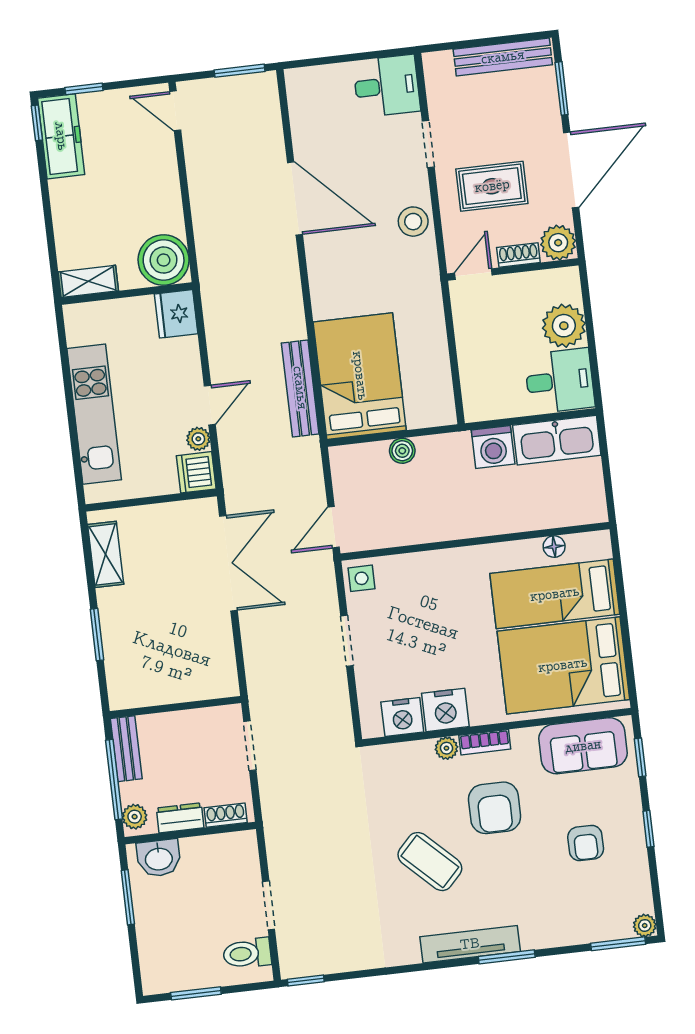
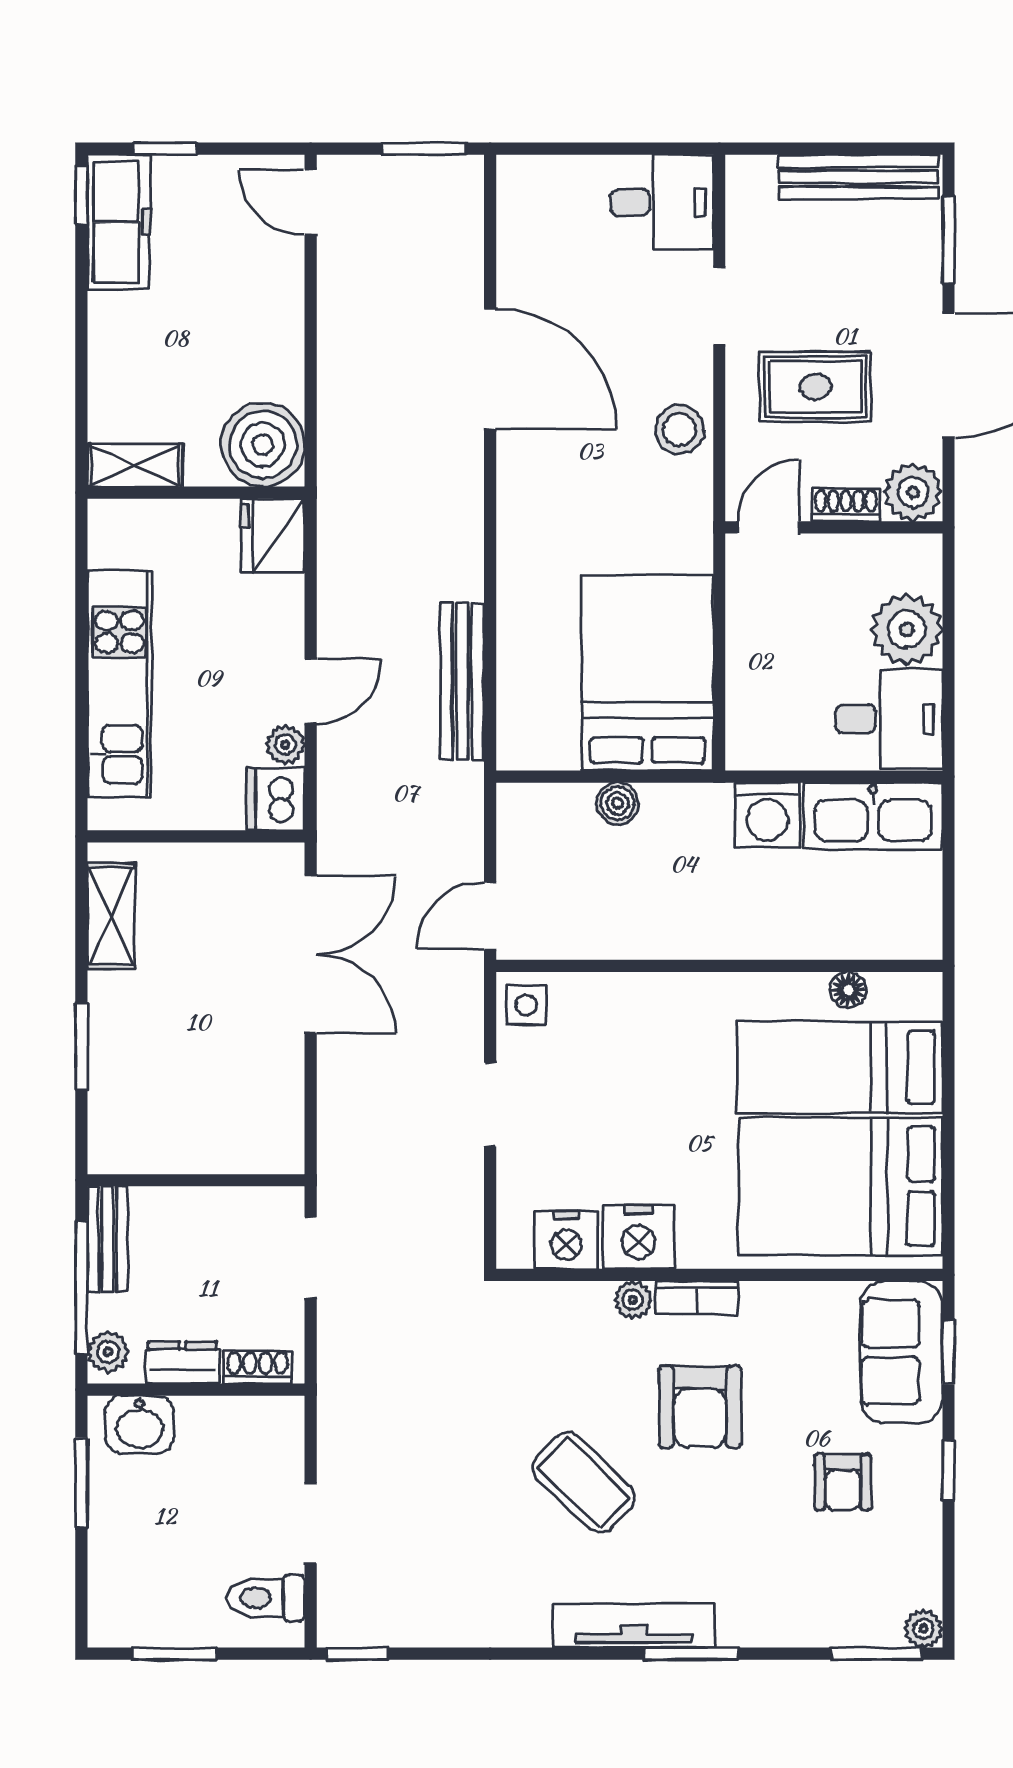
bed: (360, 376) -> (647, 673), moved
sofa: (583, 746) -> (901, 1352), moved, turned 90

